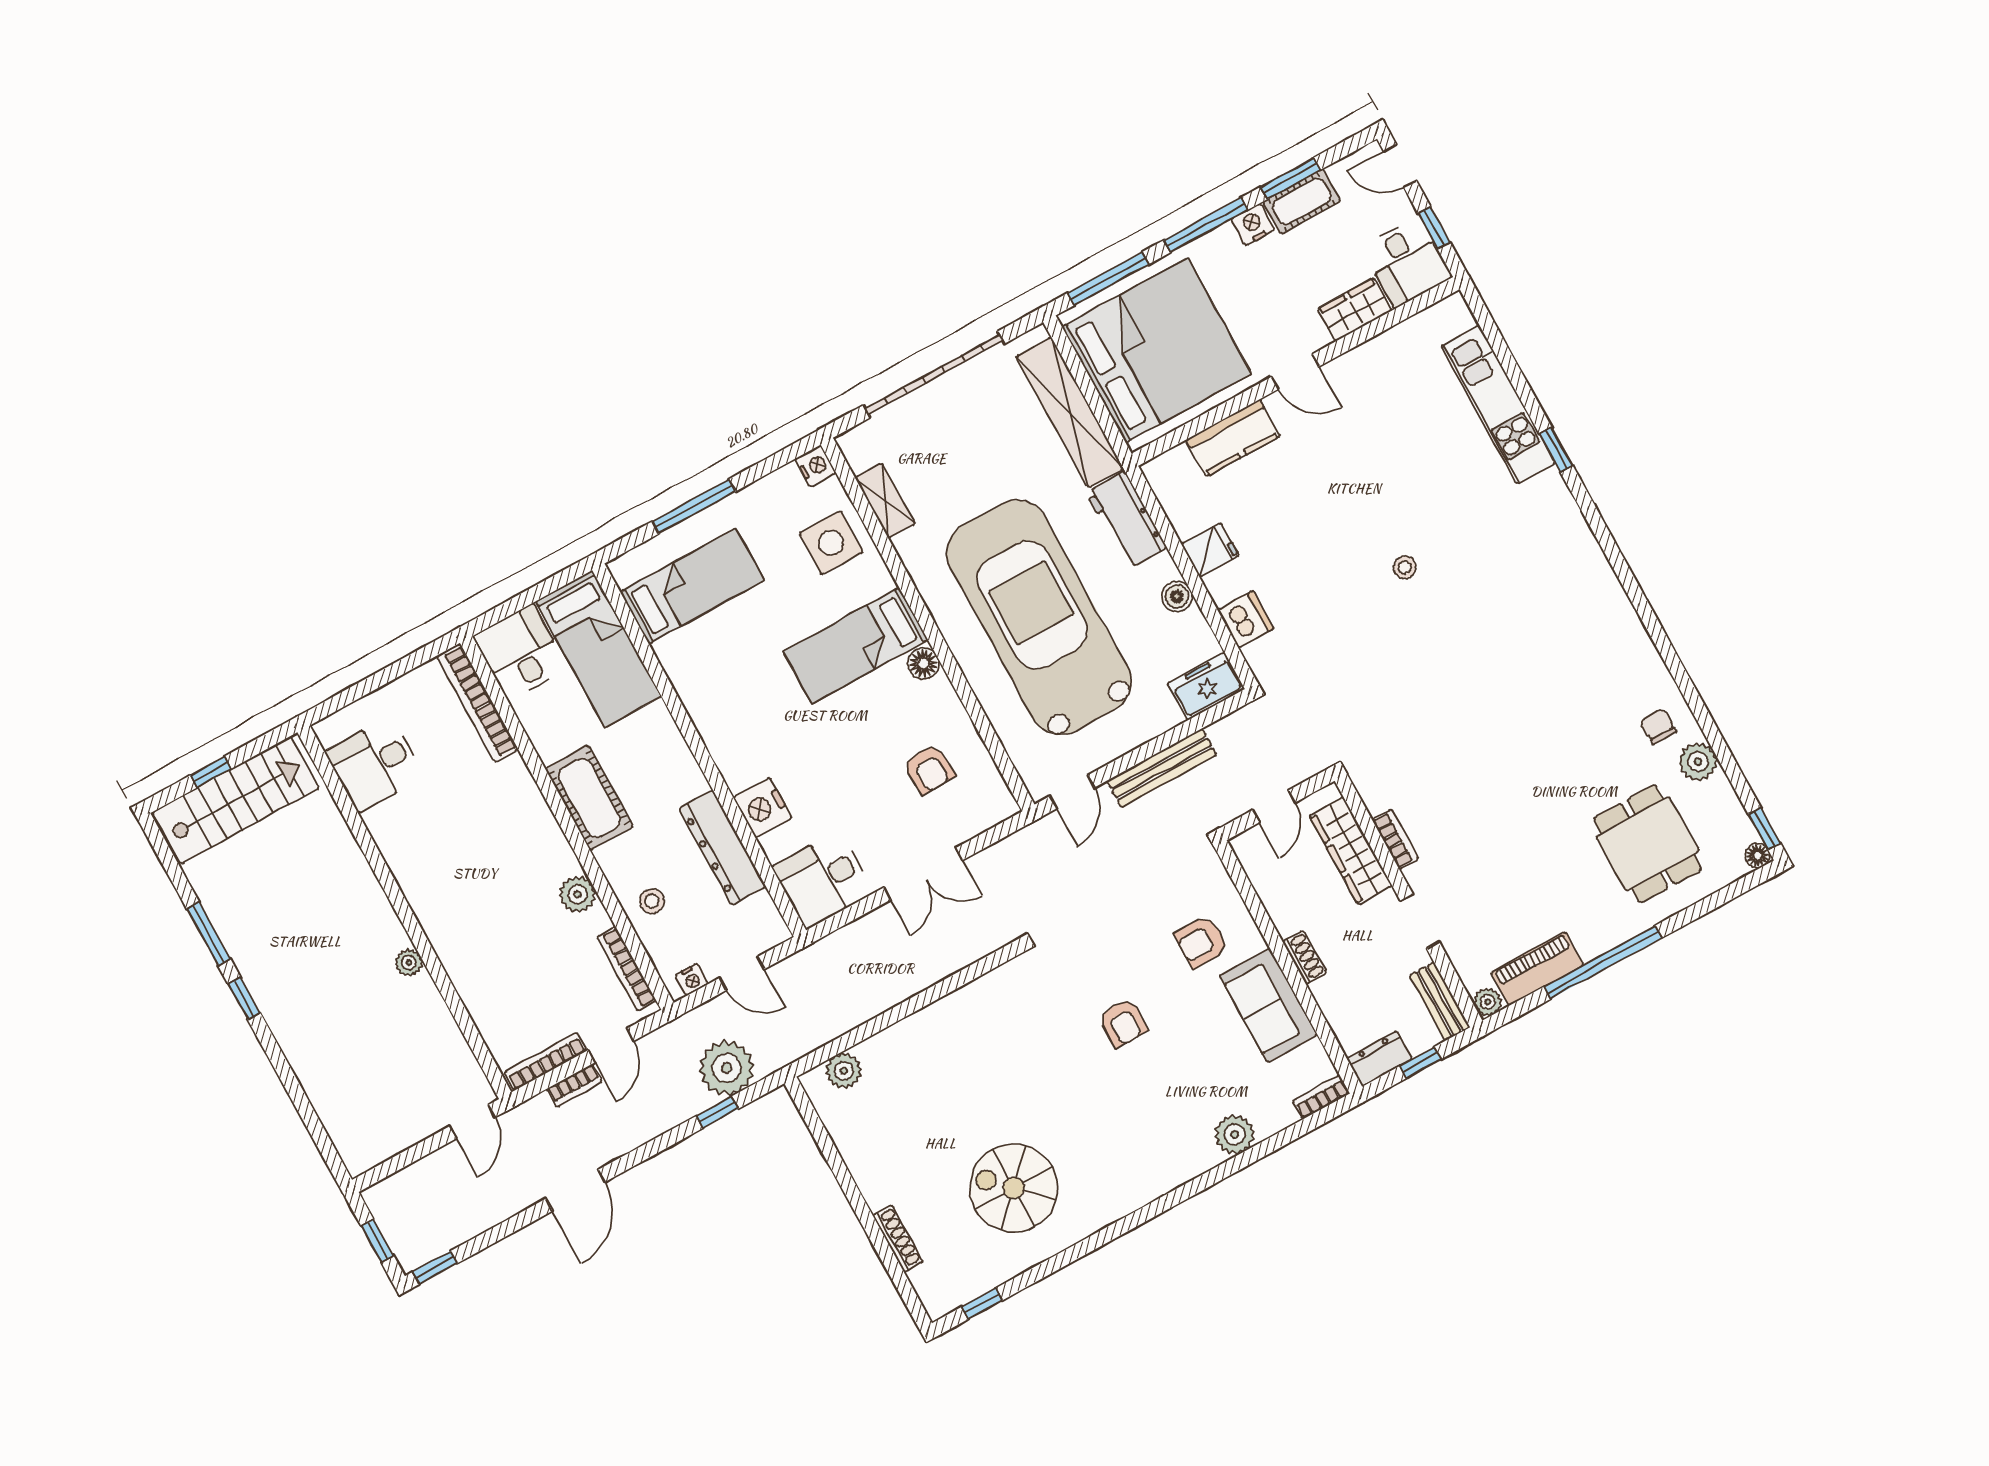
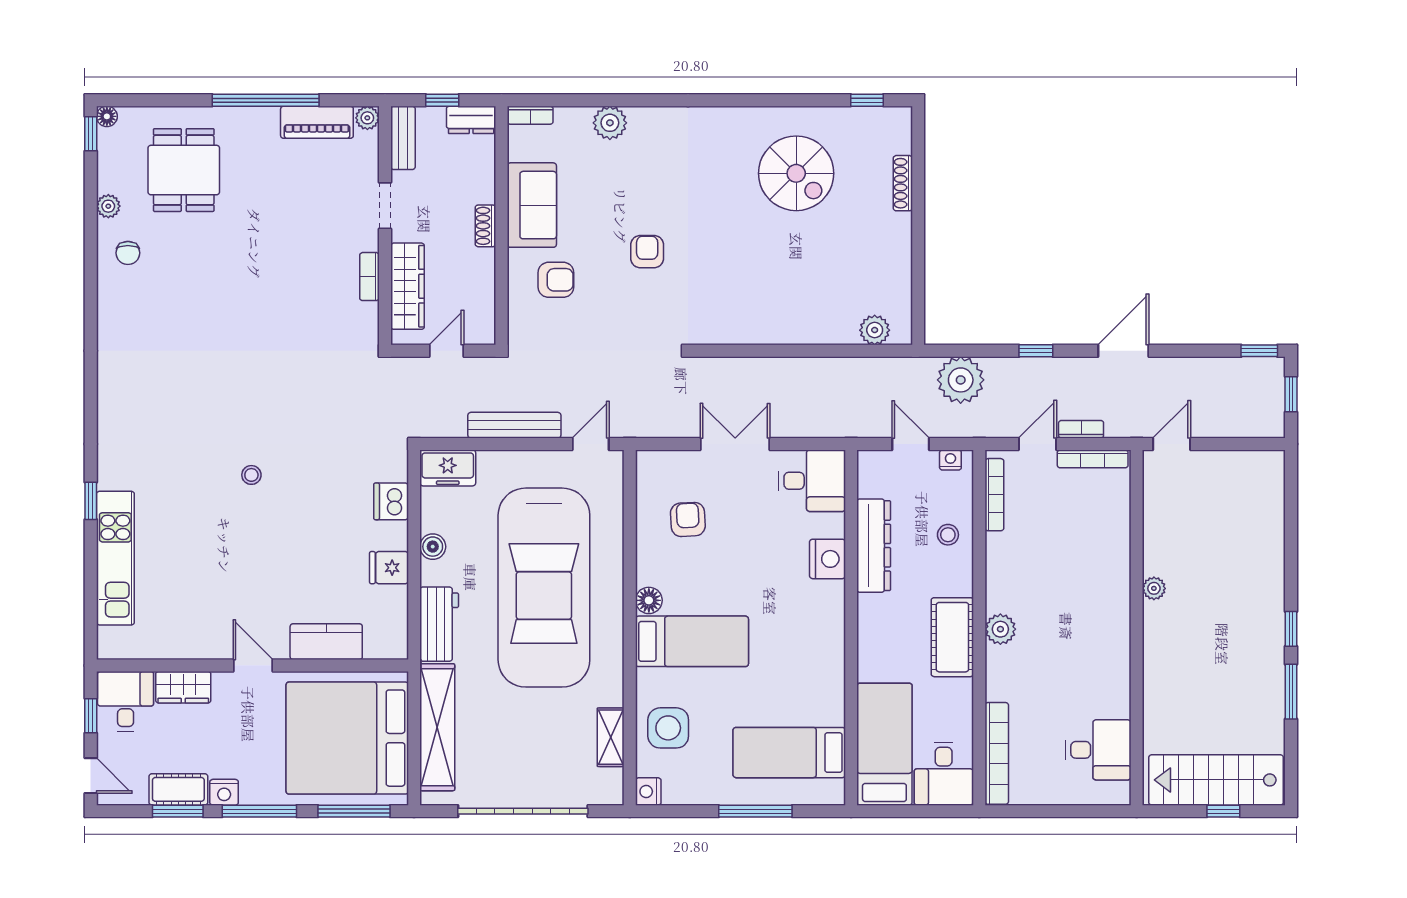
plant: (1698, 762) -> (108, 206), width x0.73, depth x0.73
plant: (578, 894) -> (1000, 629), moved
window: (717, 1112) -> (1036, 351), moved

